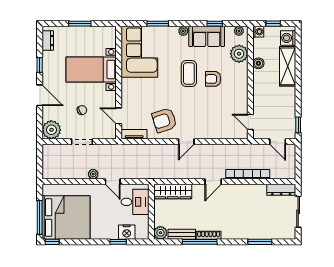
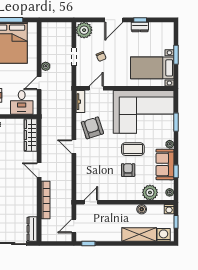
dresser: (48, 41) -> (140, 27), moved
corner sofa: (139, 52) -> (144, 112), width x1.36, depth x1.36
bed with nightstands: (91, 69) -> (152, 68), moved, turned -90

